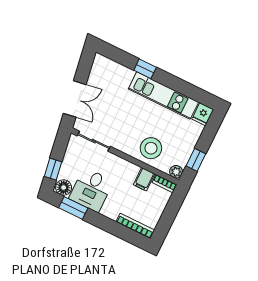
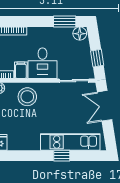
kitchen unit: (163, 95) -> (70, 142), moved
window: (53, 169) -> (97, 58), moved
desk: (91, 190) -> (43, 63), moved, turned 180

